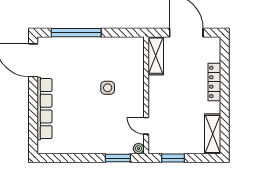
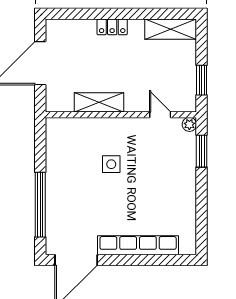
shelving: (156, 56) -> (99, 102), moved
locker: (214, 82) -> (112, 27), width x0.66
door: (146, 126) -> (160, 115), swing flipped

